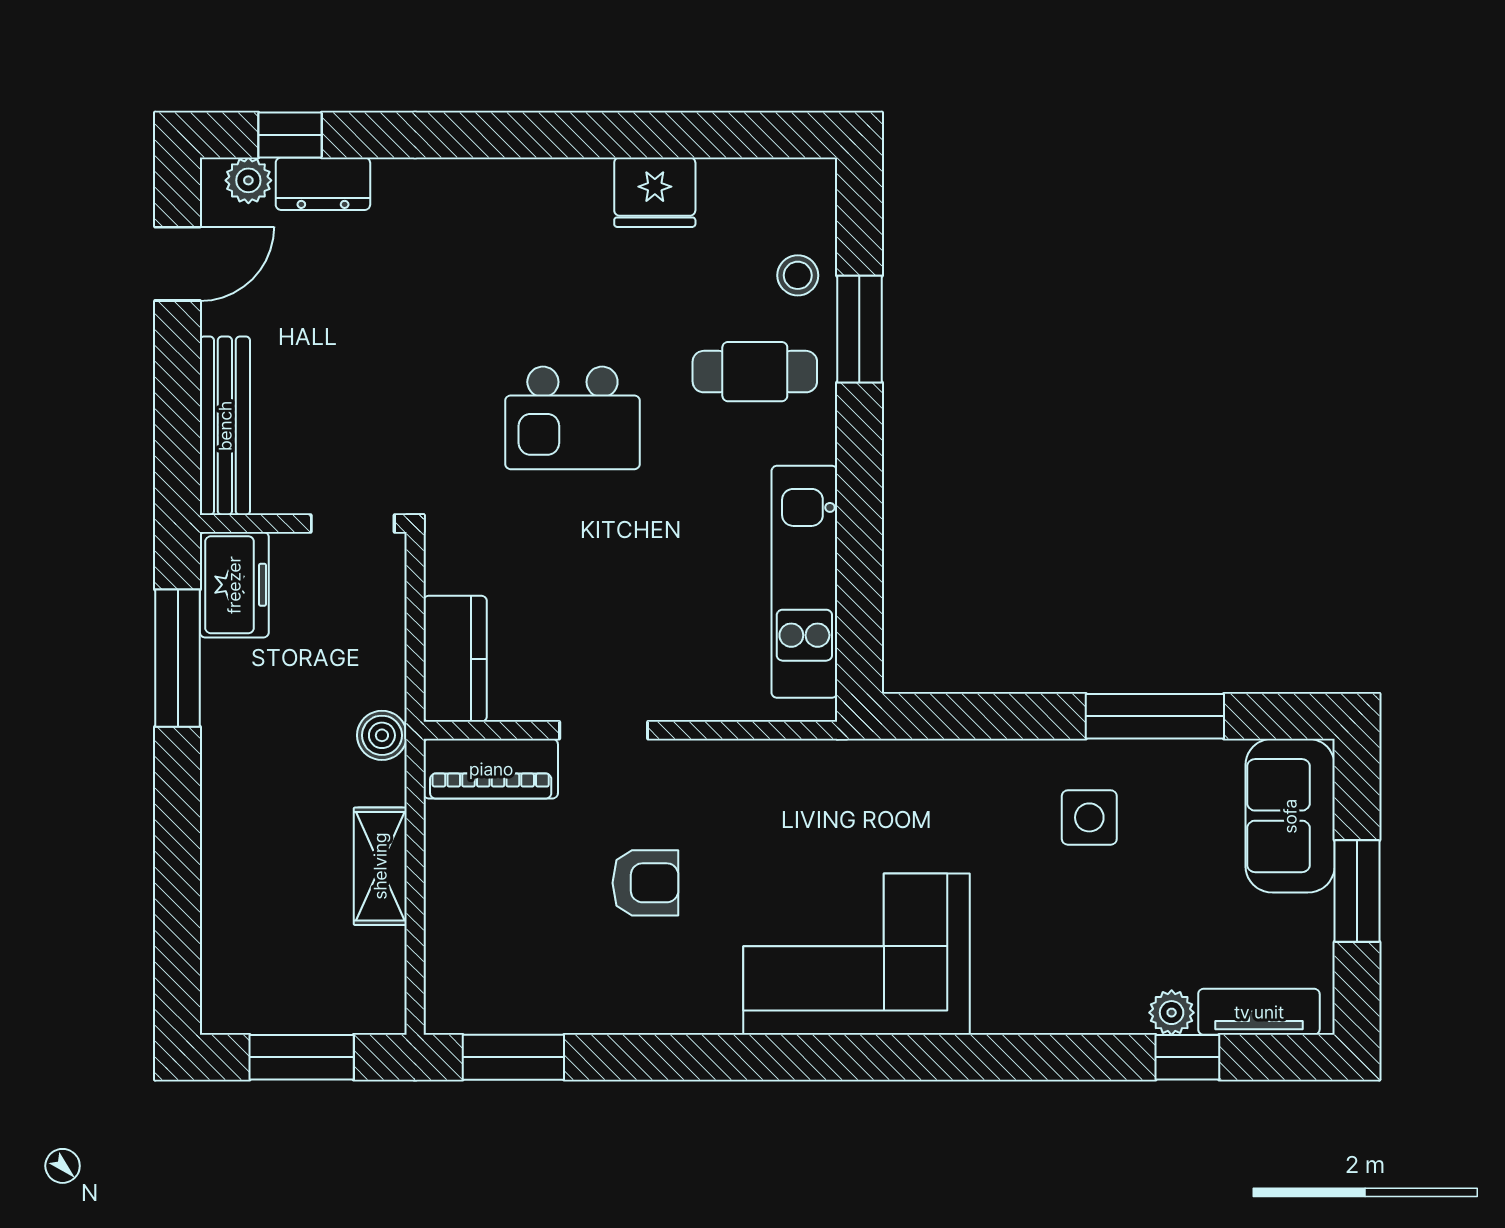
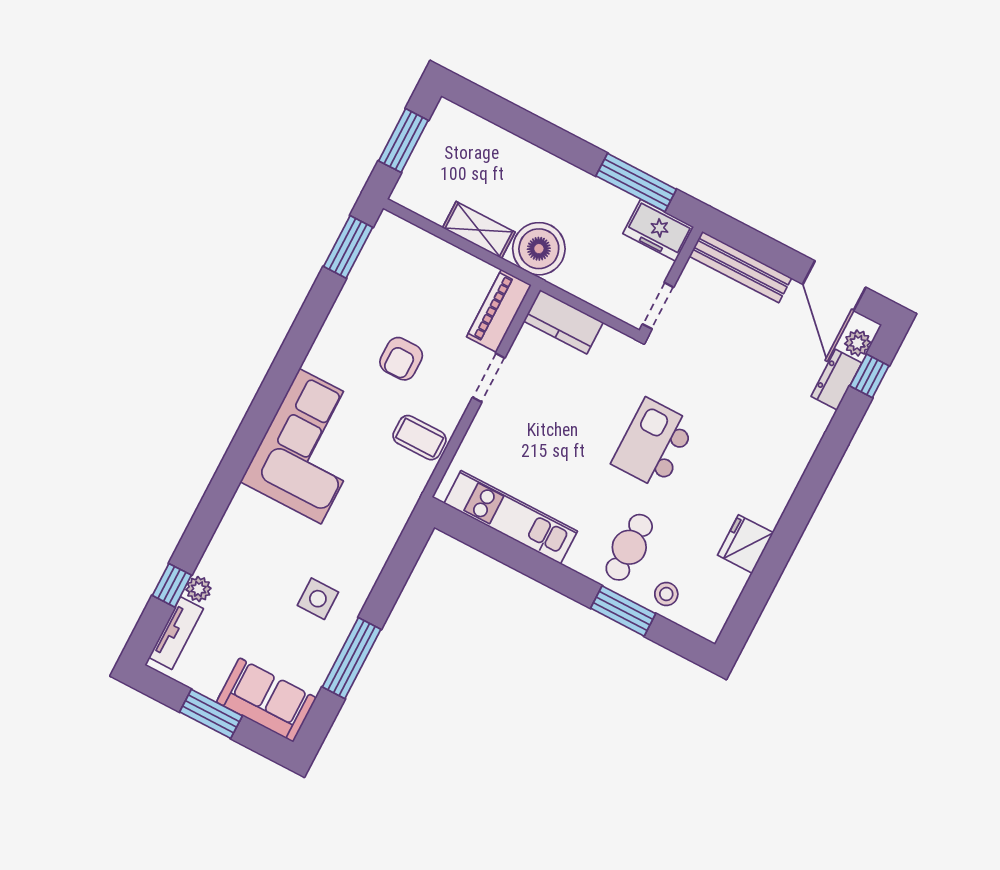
door: (178, 264) -> (834, 286), width x1.37
boiler: (382, 735) -> (539, 249), width x1.86, depth x1.86
coffee table: (754, 790) -> (420, 438), added

